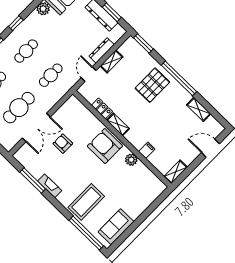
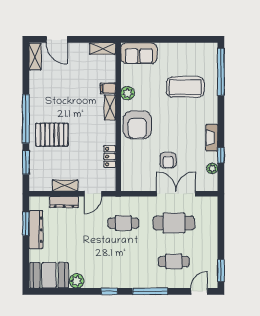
window: (143, 43) -> (26, 162), moved
cafe table: (26, 51) -> (123, 261), removed
shelving: (199, 109) -> (35, 57), moved
shelving: (118, 124) -> (110, 108), moved
plant: (30, 167) -> (212, 168), added
window: (33, 180) -> (221, 155), width x0.46
coffee table: (86, 202) -> (185, 87), moved
sofa: (116, 227) -> (139, 53), moved

